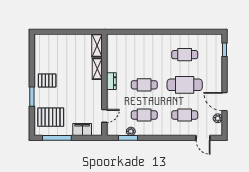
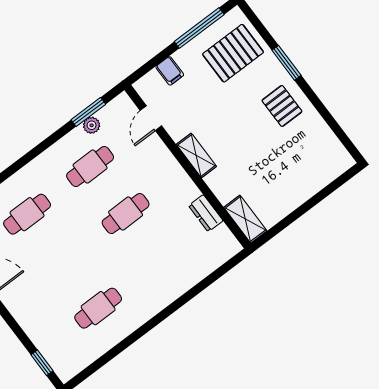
shelving: (97, 69) -> (196, 155), moved
pallet: (47, 80) -> (282, 106), turned 90
dresser: (111, 81) -> (206, 213), moved
cafe table: (185, 85) -> (63, 261), removed
filing cabinet: (82, 129) -> (170, 71), width x0.50

